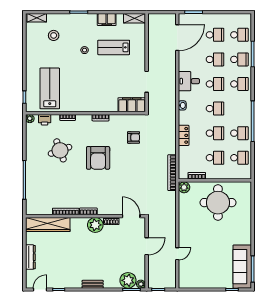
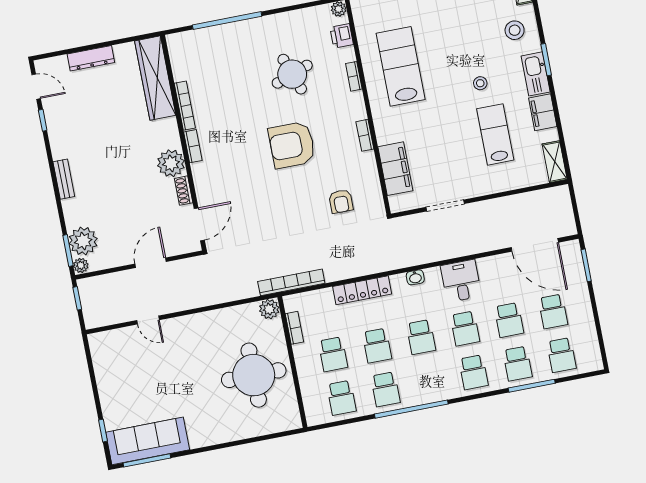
kitchen sink: (85, 19) -> (536, 74), added
stool: (54, 35) -> (515, 30), moved
lab bench: (50, 88) -> (401, 66), moved, turned -90
filing cabinet: (132, 105) -> (395, 169), moved
locker: (184, 135) -> (362, 290), width x1.53
door: (147, 246) -> (151, 263), swing flipped

